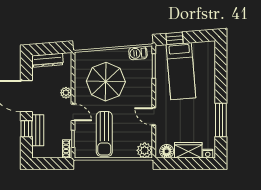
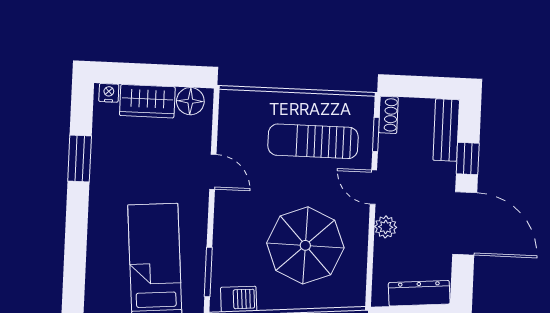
window: (221, 120) -> (80, 159), width x0.69
bench: (38, 130) -> (446, 130), moved
sun lounger: (104, 134) -> (313, 141), turned -90
plant: (145, 150) -> (234, 105), removed

